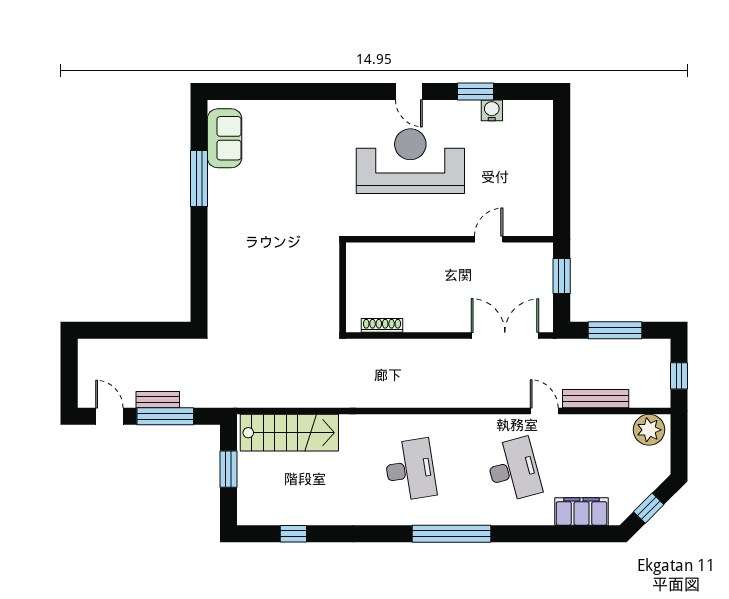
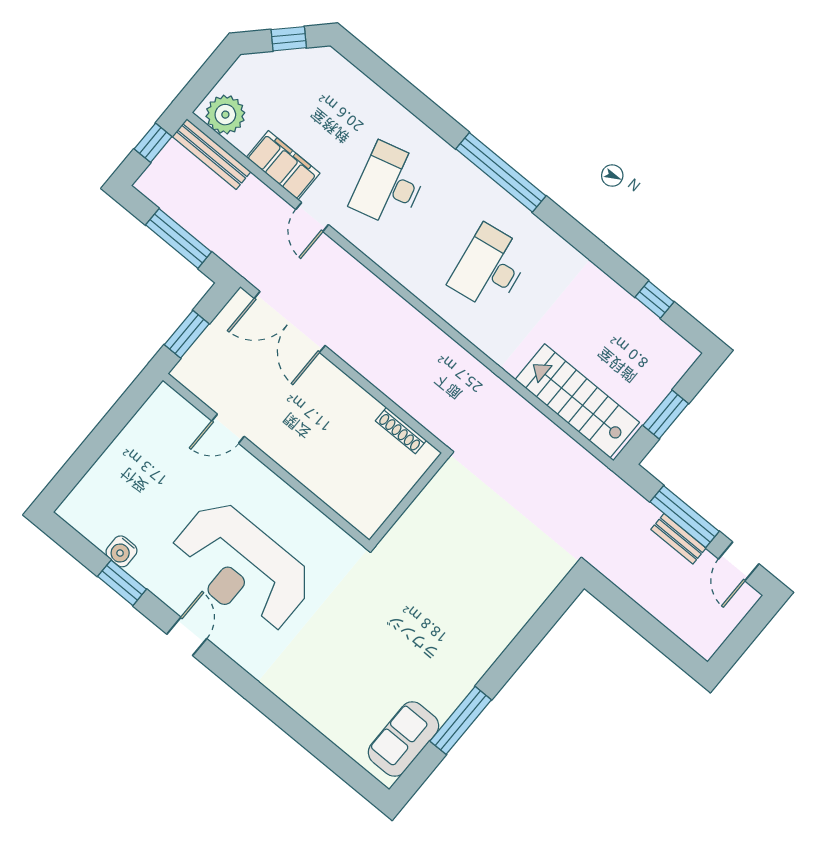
bench: (596, 399) -> (212, 154), moved
filing cabinet: (581, 511) -> (283, 165), moved, turned 180

